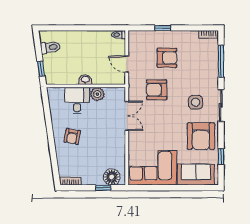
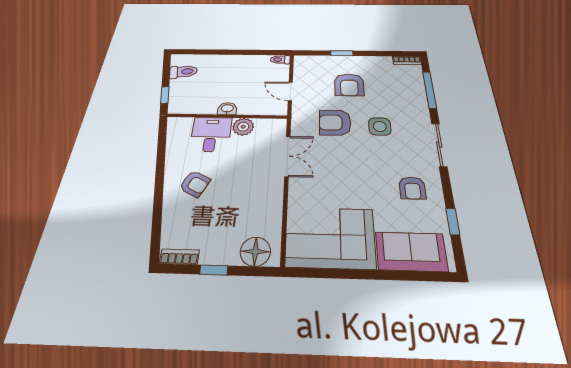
armchair: (167, 58) -> (349, 85), turned 90
side table: (196, 102) -> (380, 126), moved
armchair: (72, 136) -> (195, 184), turned -74
armchair: (201, 136) -> (412, 188), width x0.53, depth x0.53
window: (103, 188) -> (214, 270), moved

